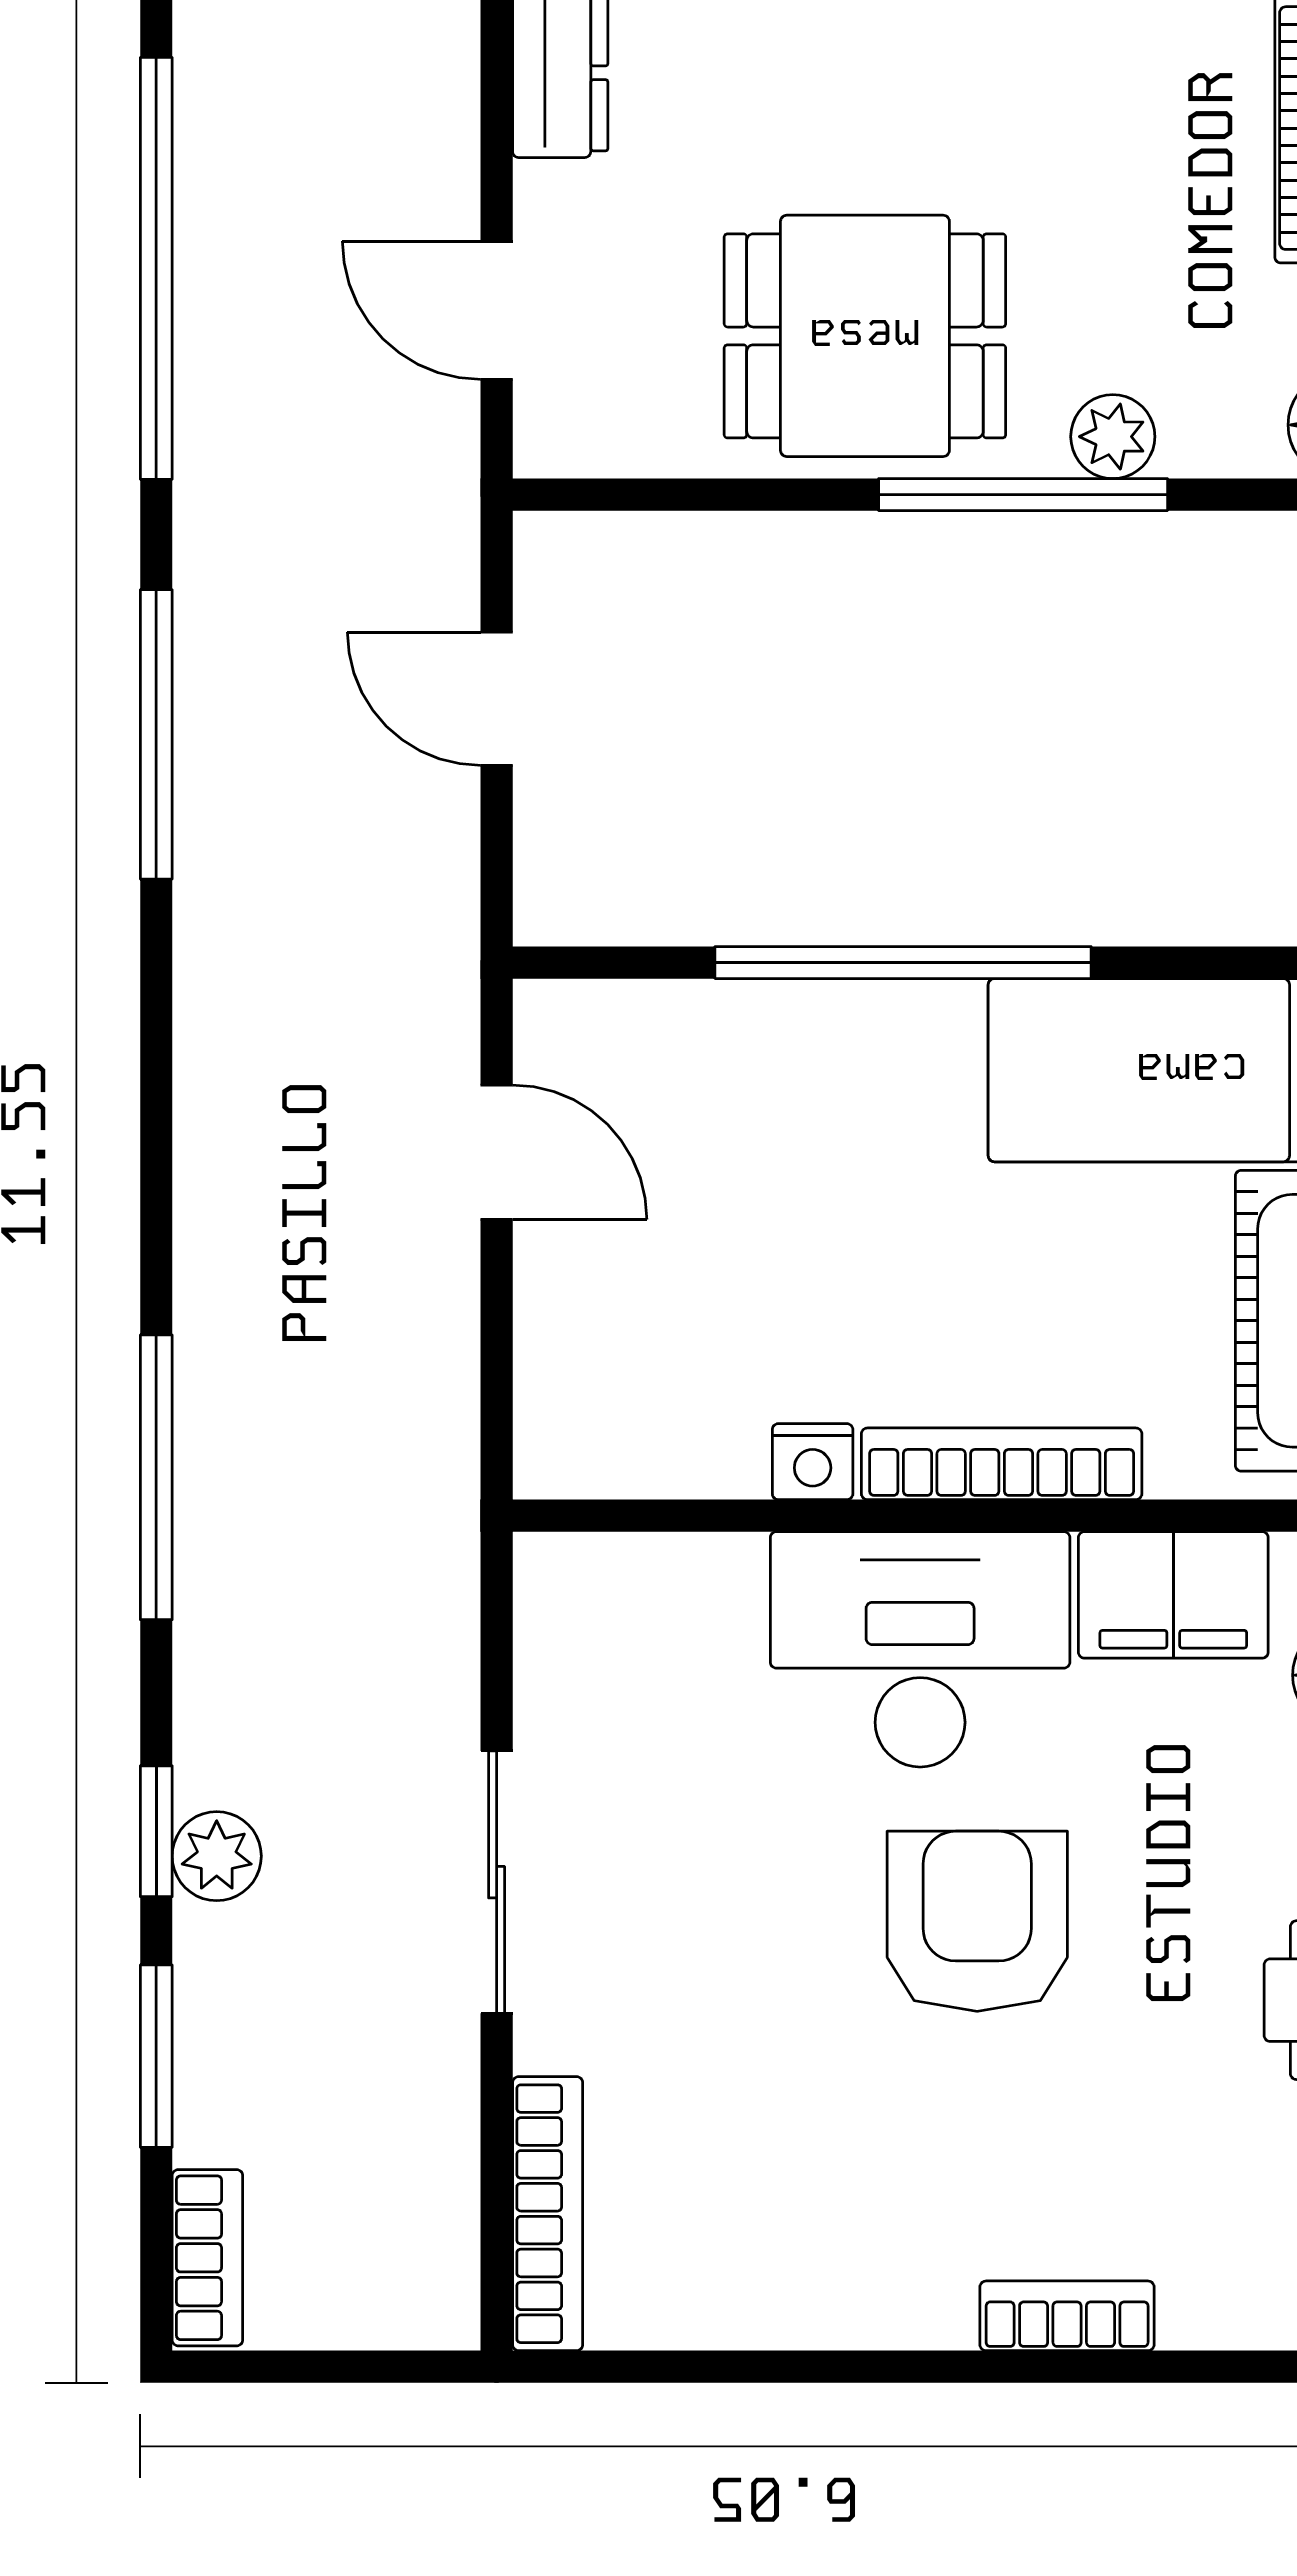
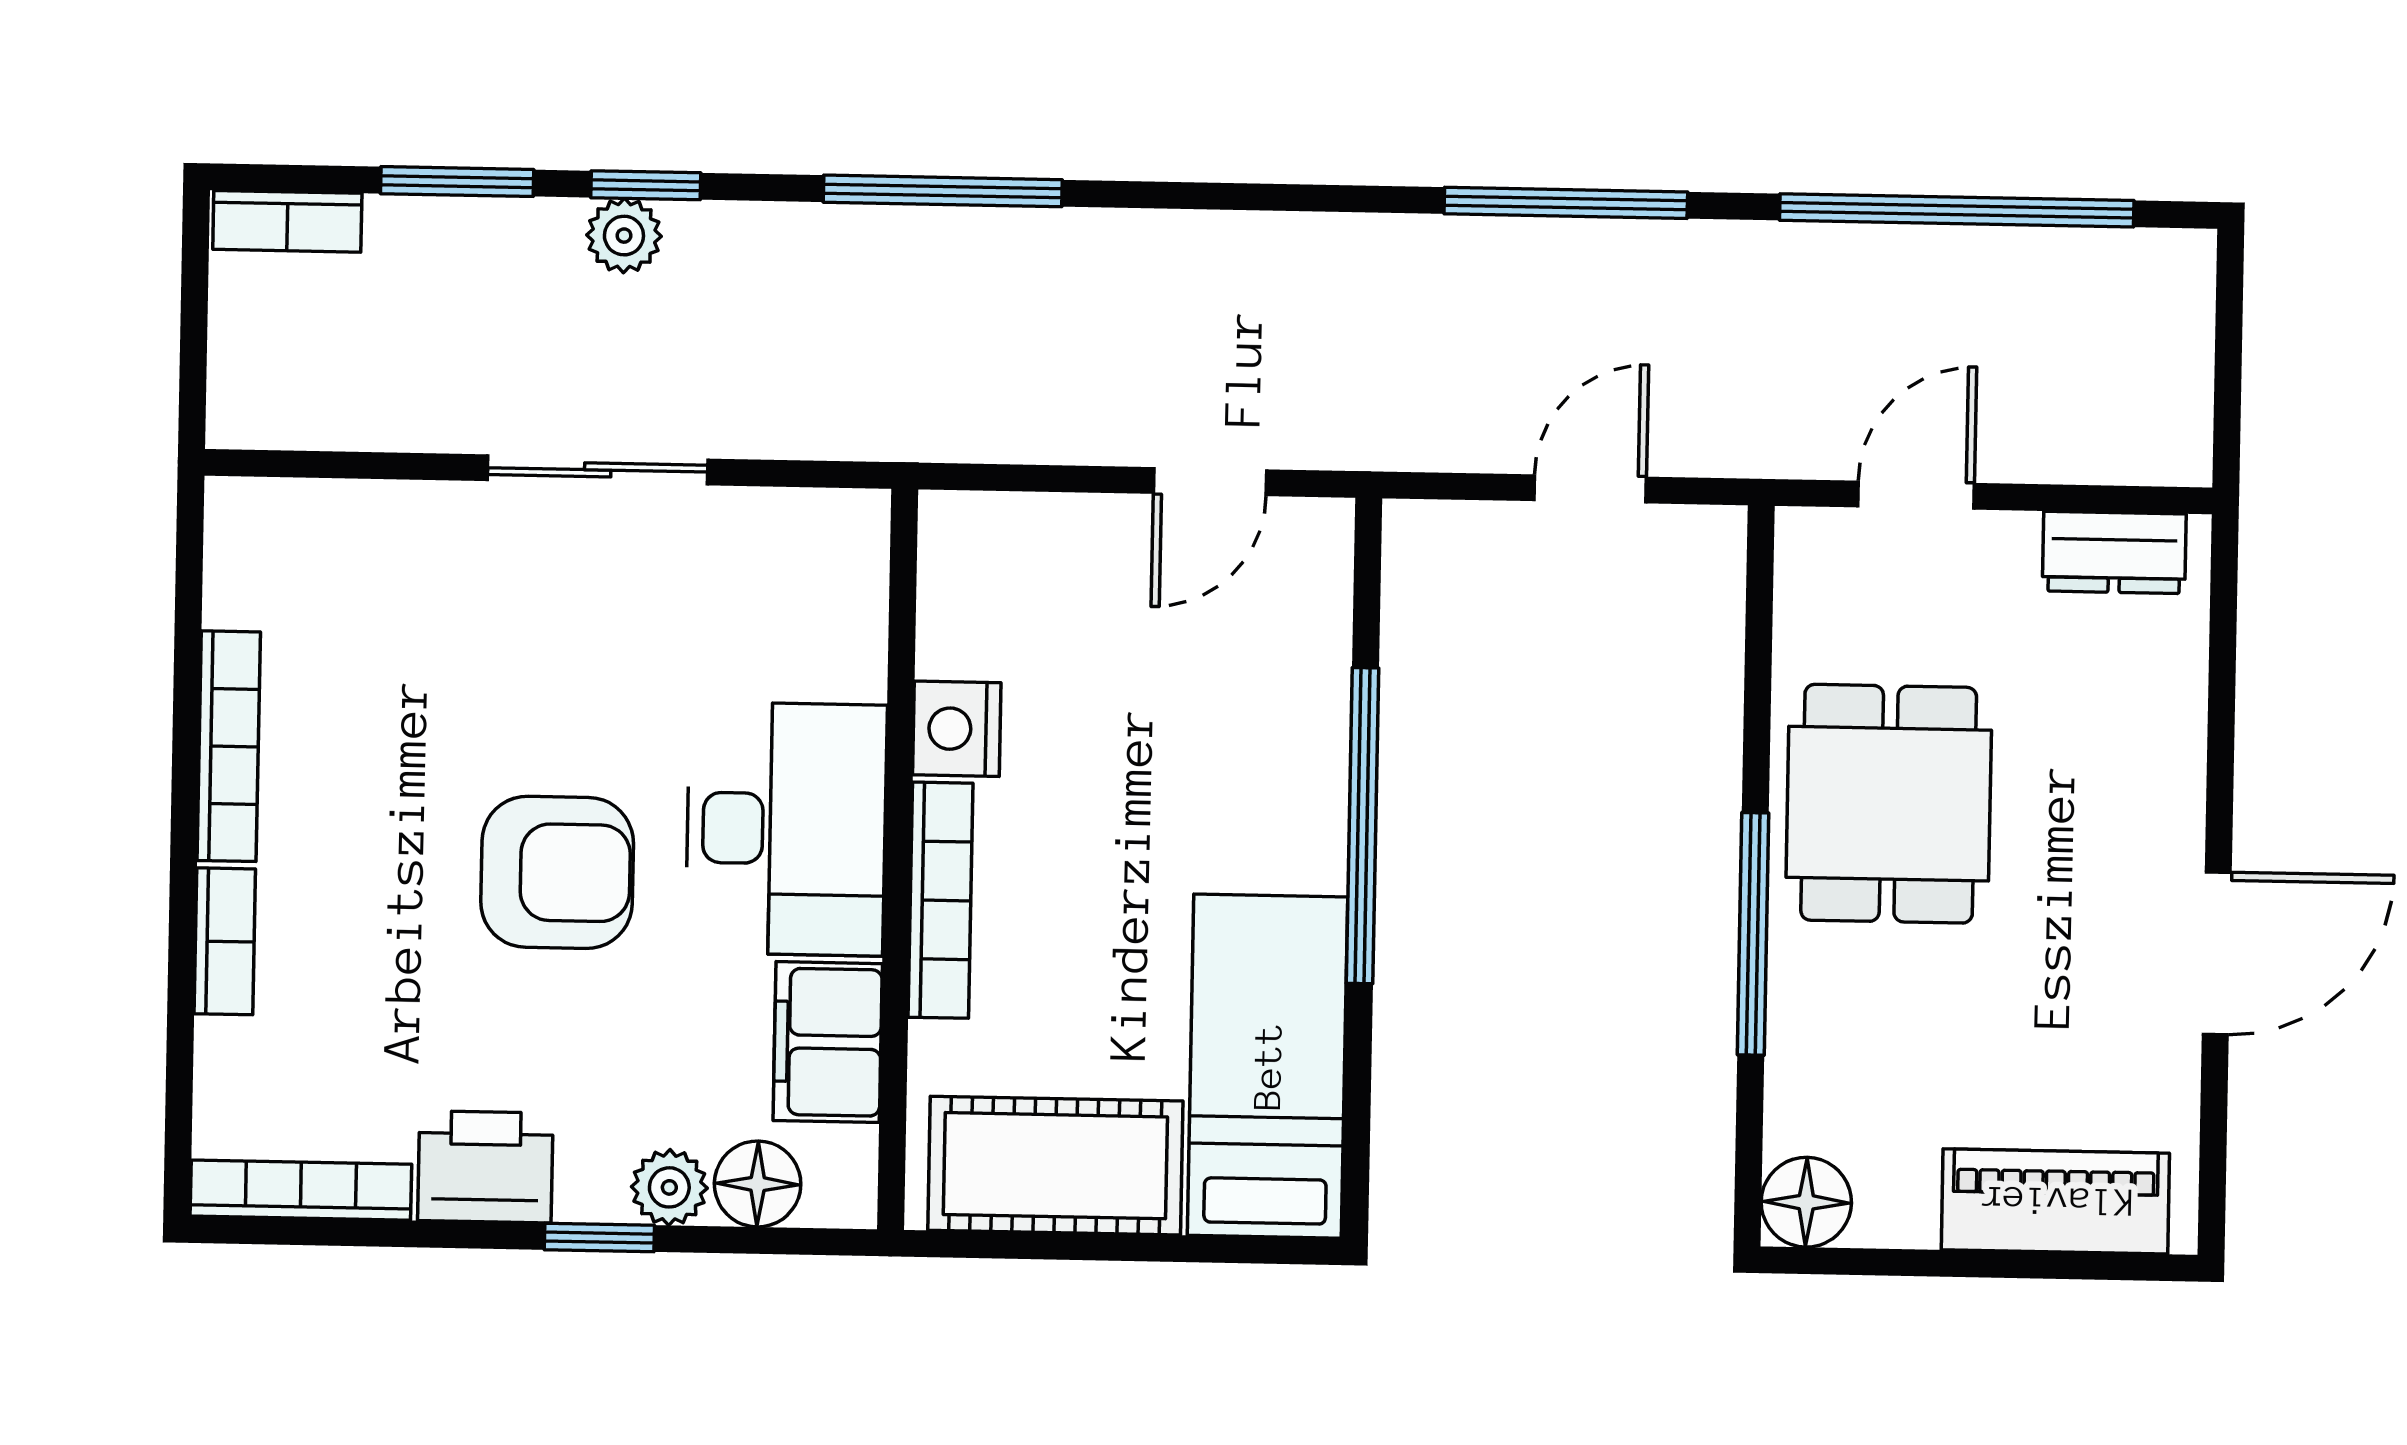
plant: (1113, 437) -> (1800, 1010), removed
nightstand: (813, 1462) -> (957, 729), width x1.39, depth x1.35
bookcase: (548, 2214) -> (229, 746), moved, turned -90

